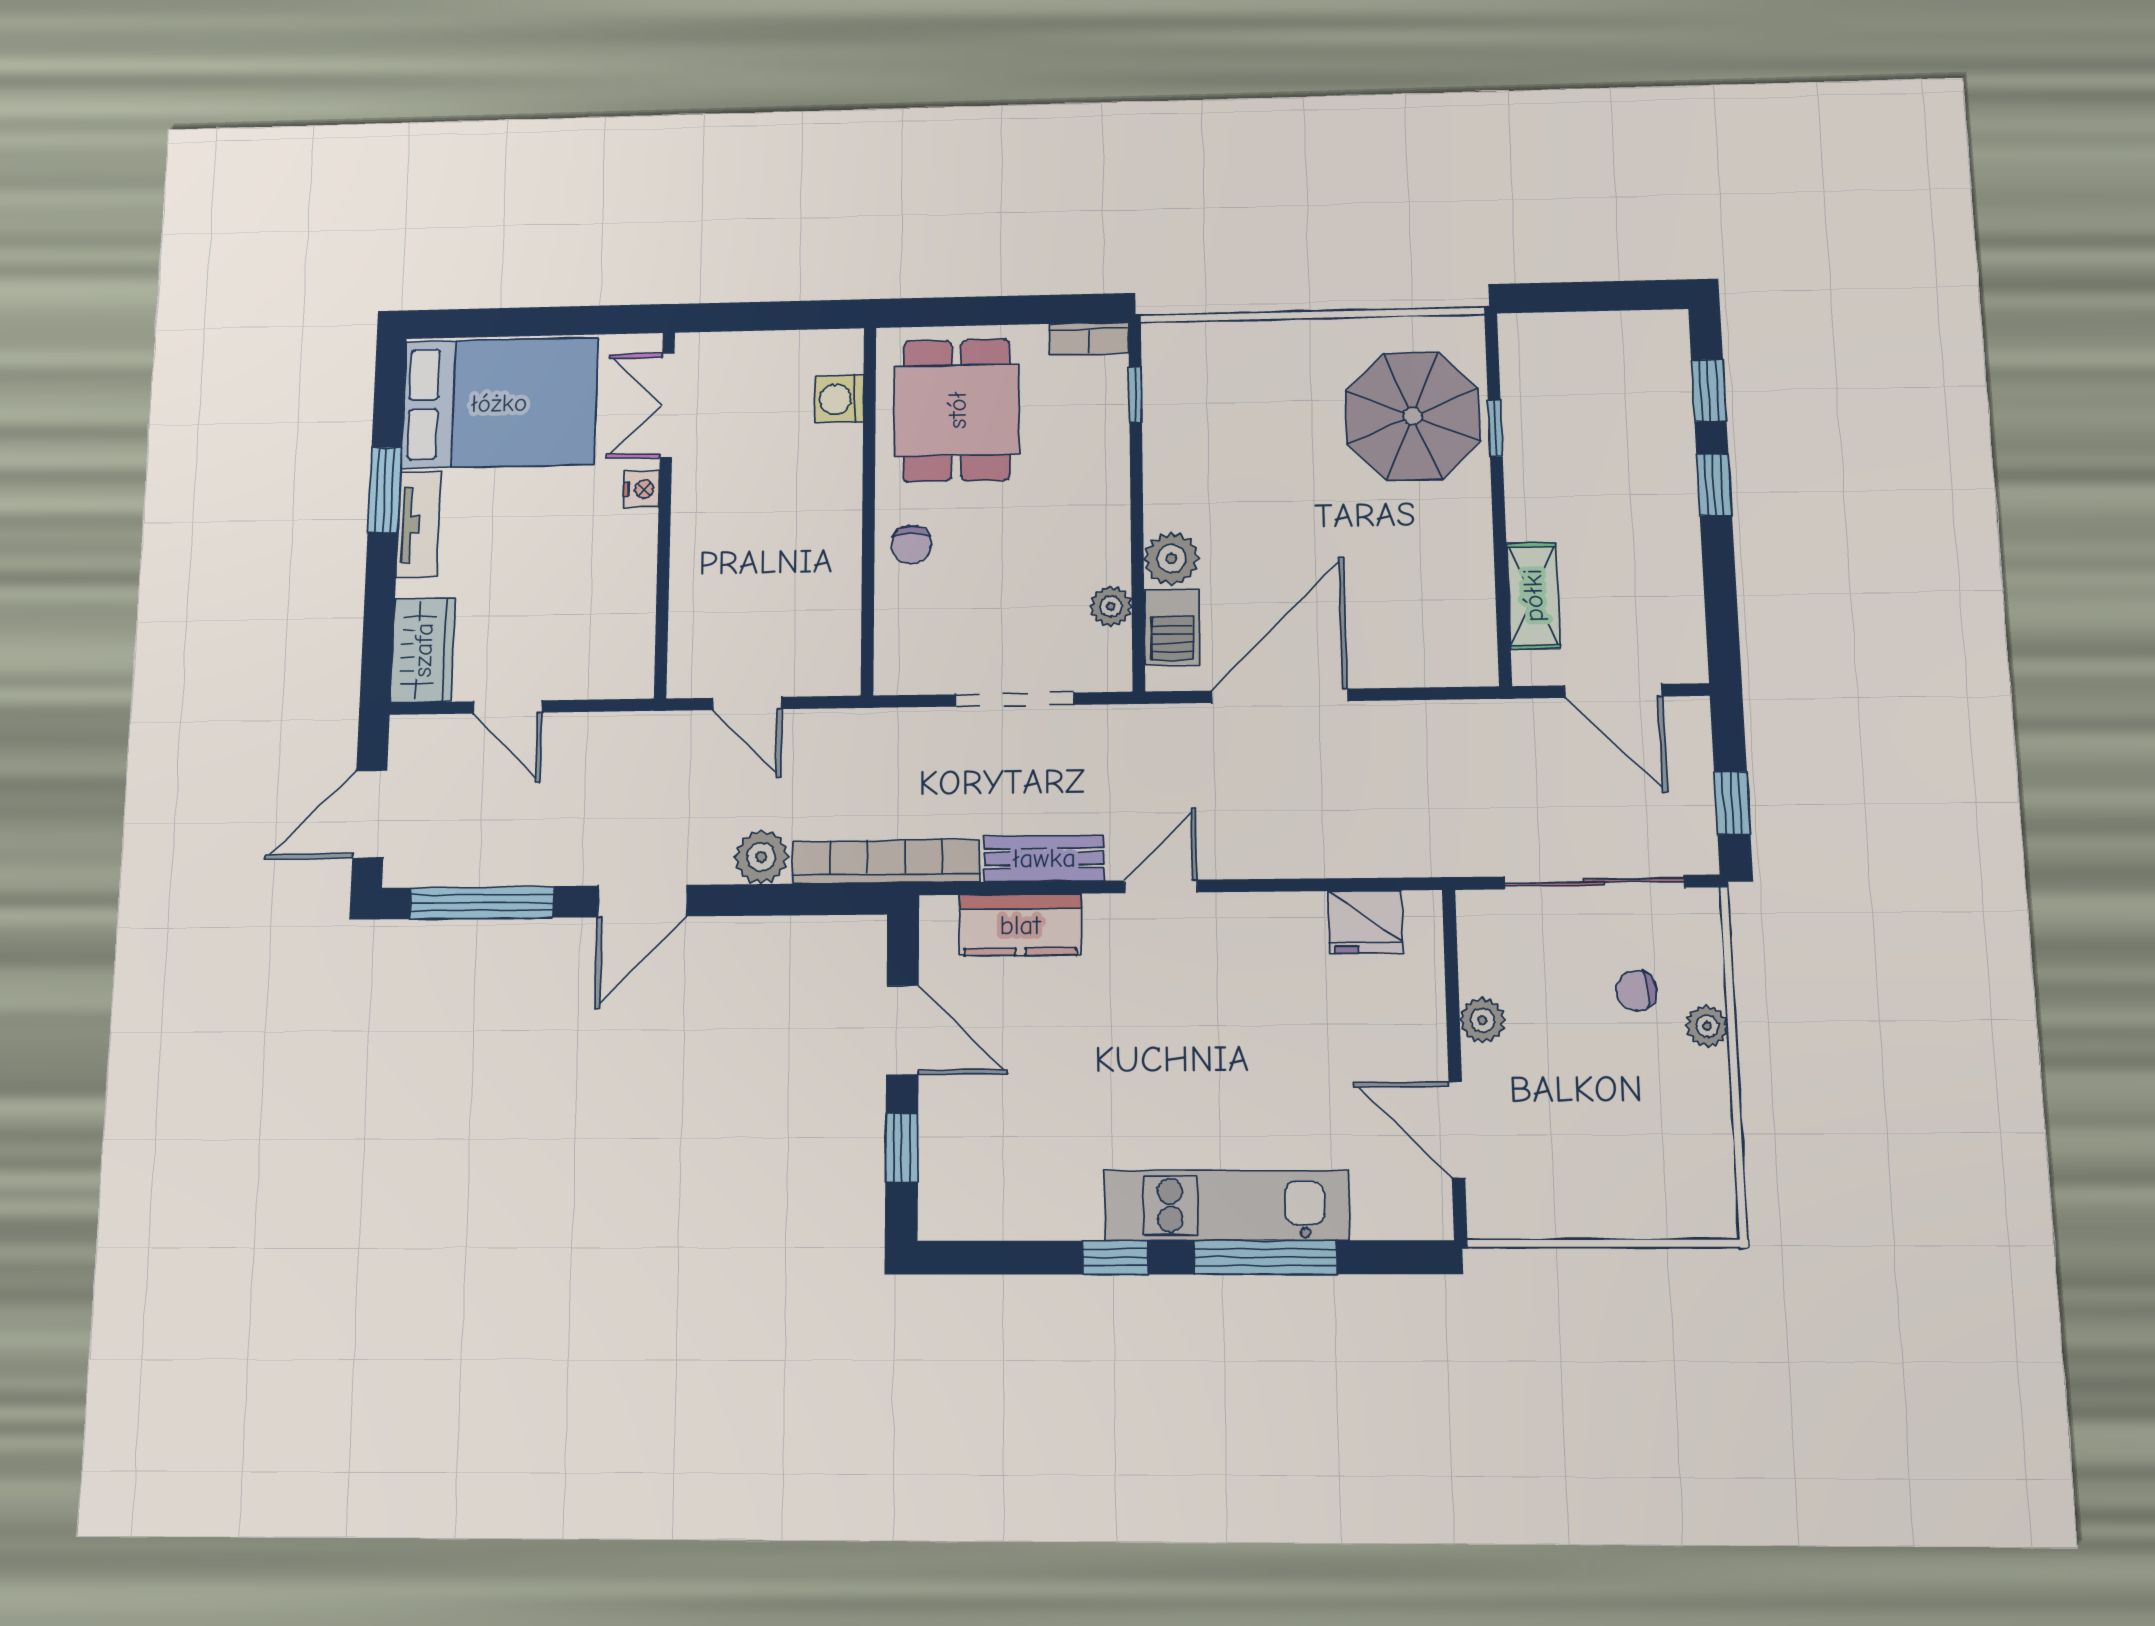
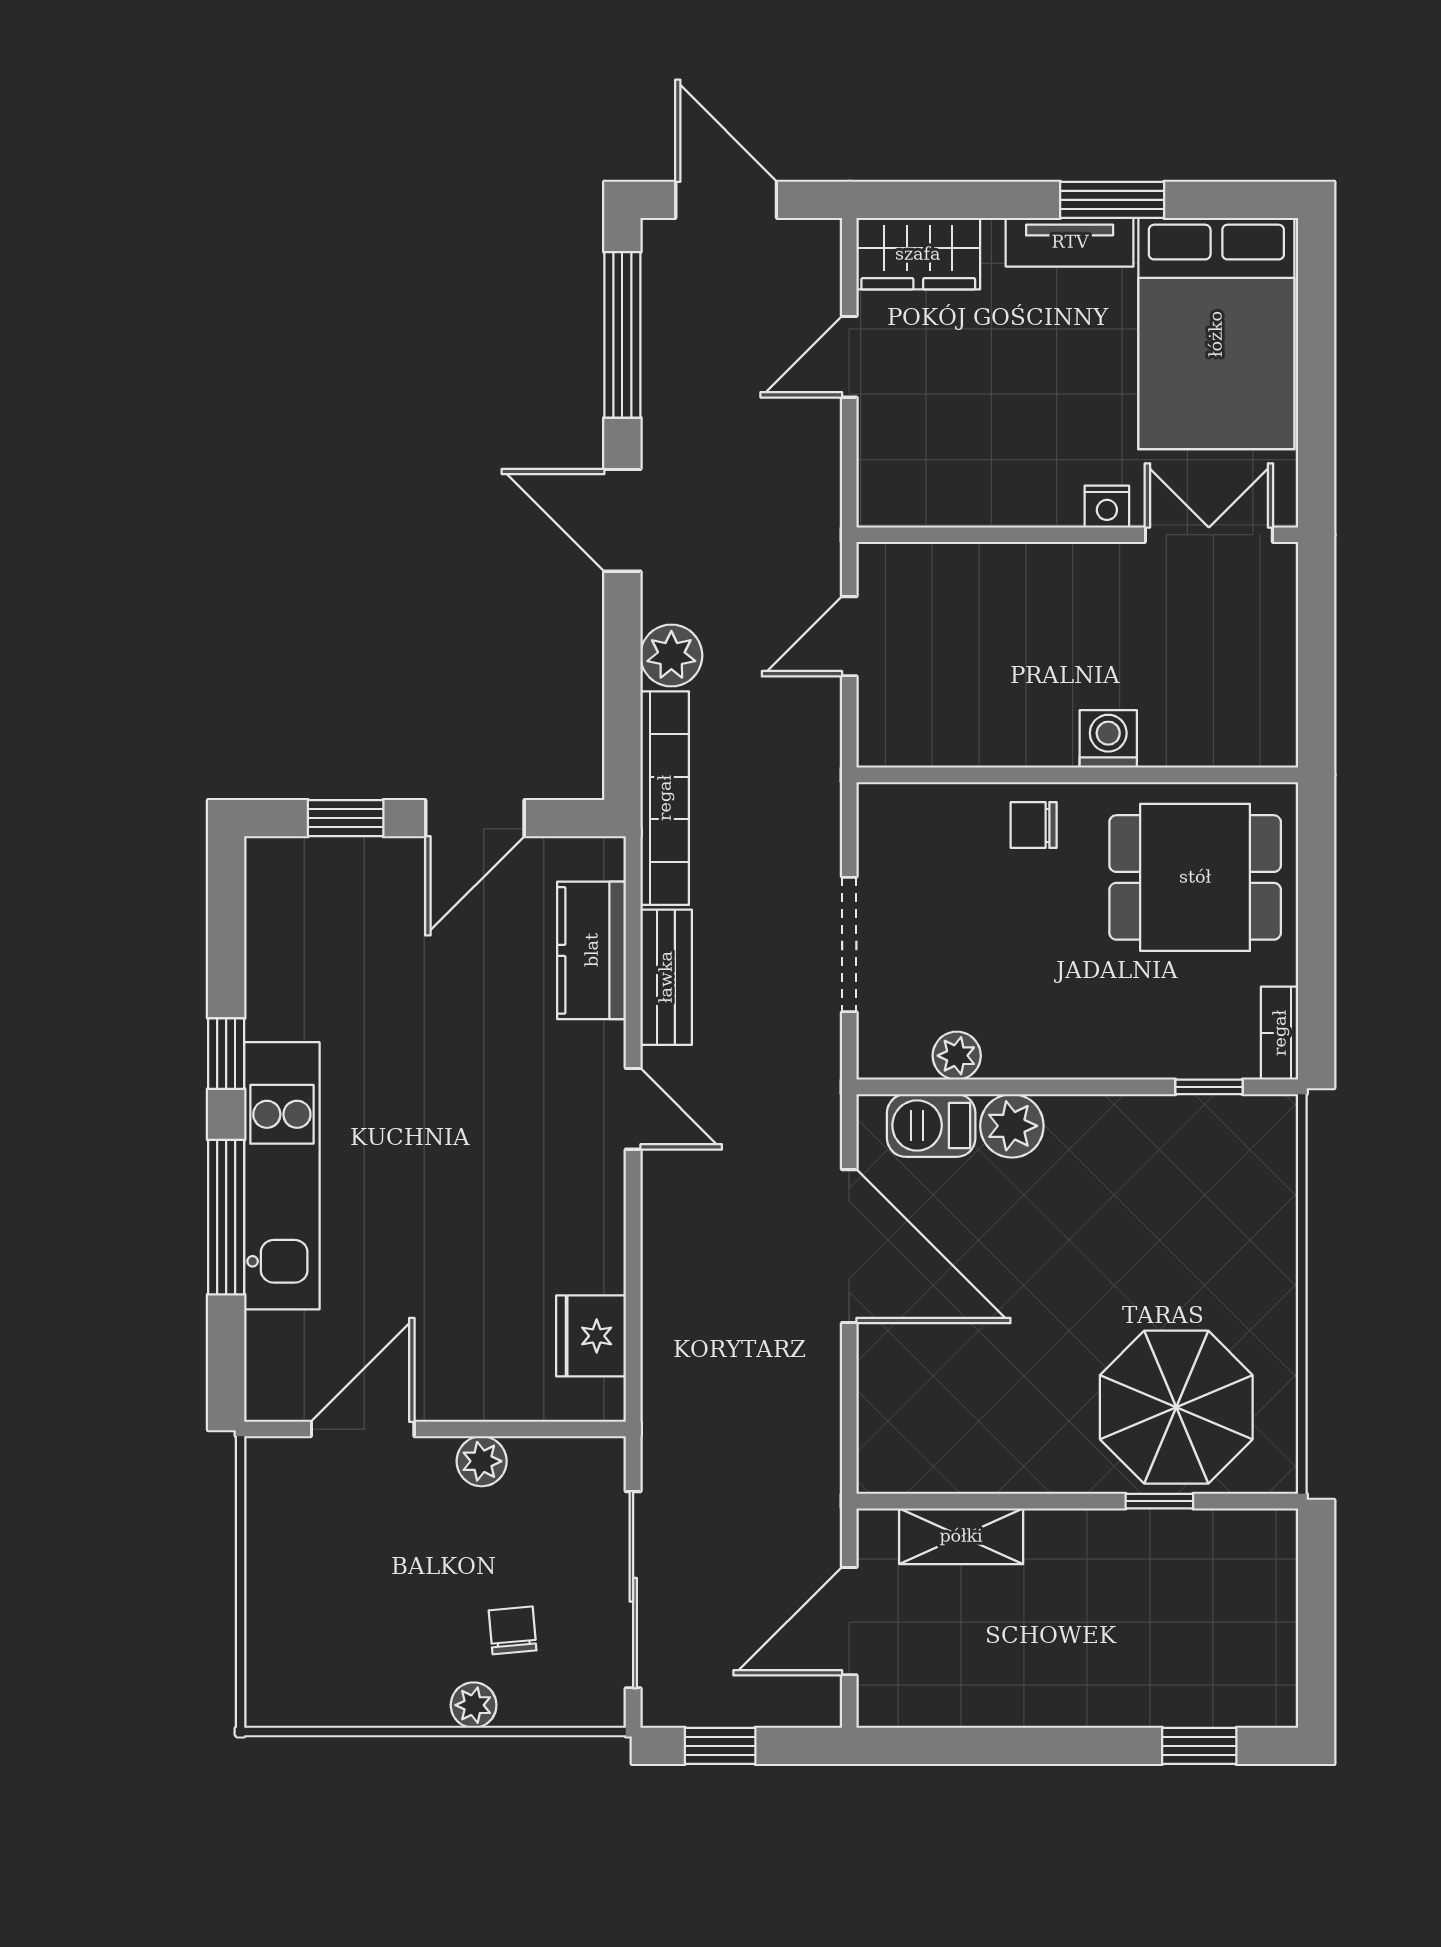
washing machine: (839, 399) -> (1108, 739), moved
window: (1714, 485) -> (1087, 1746), removed

